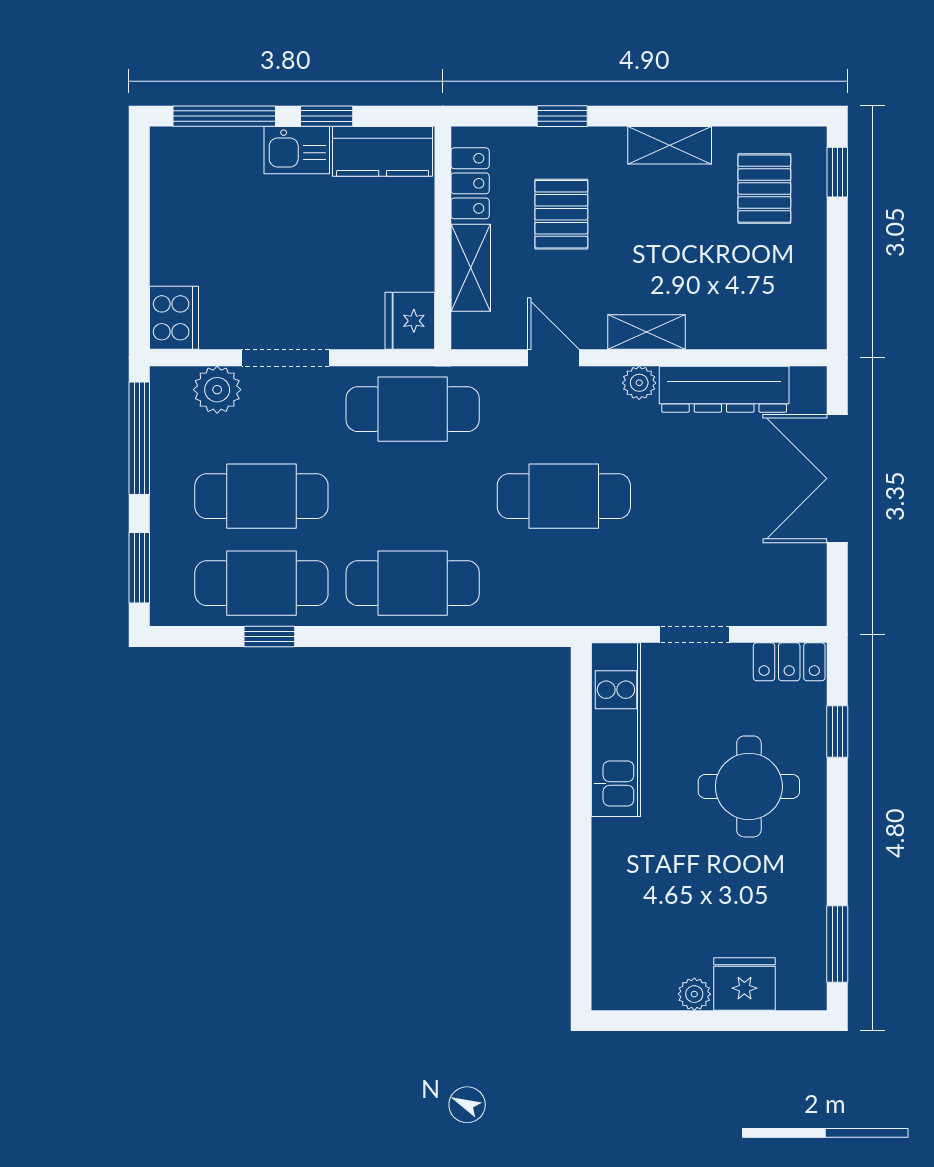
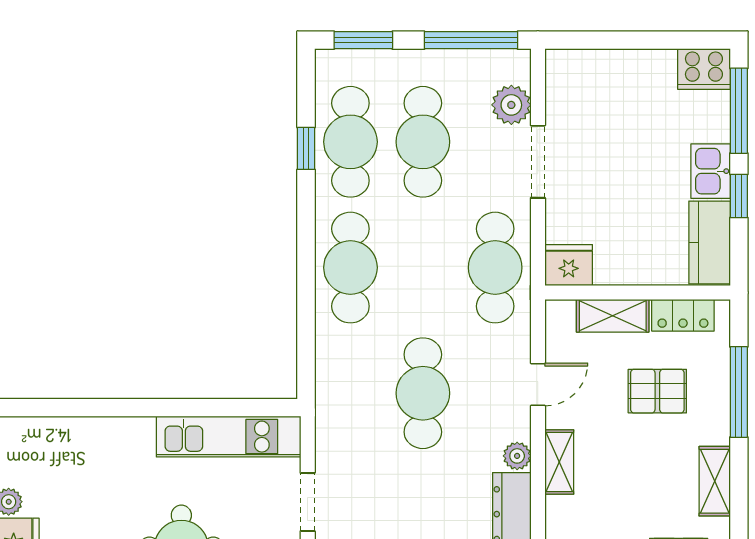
window: (562, 116) -> (739, 392), width x2.17
cooker: (174, 318) -> (704, 69), moved

